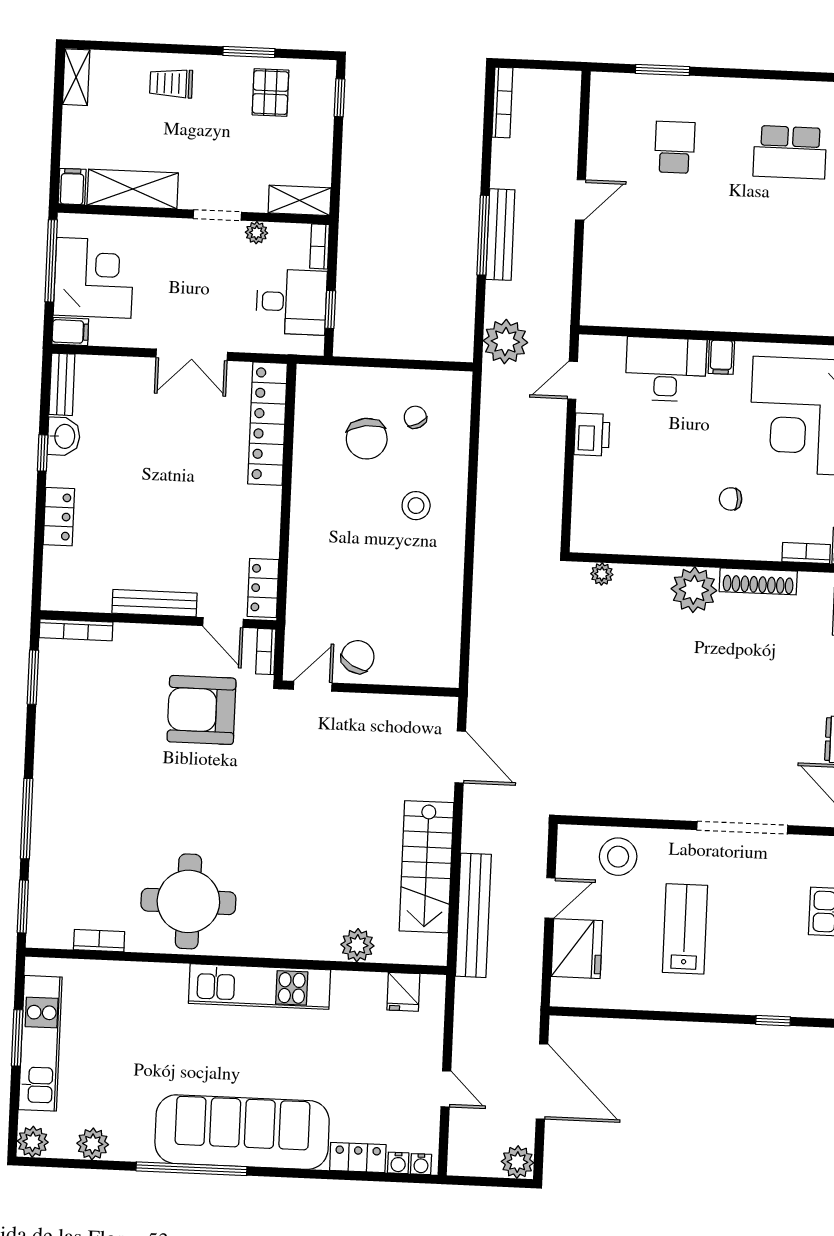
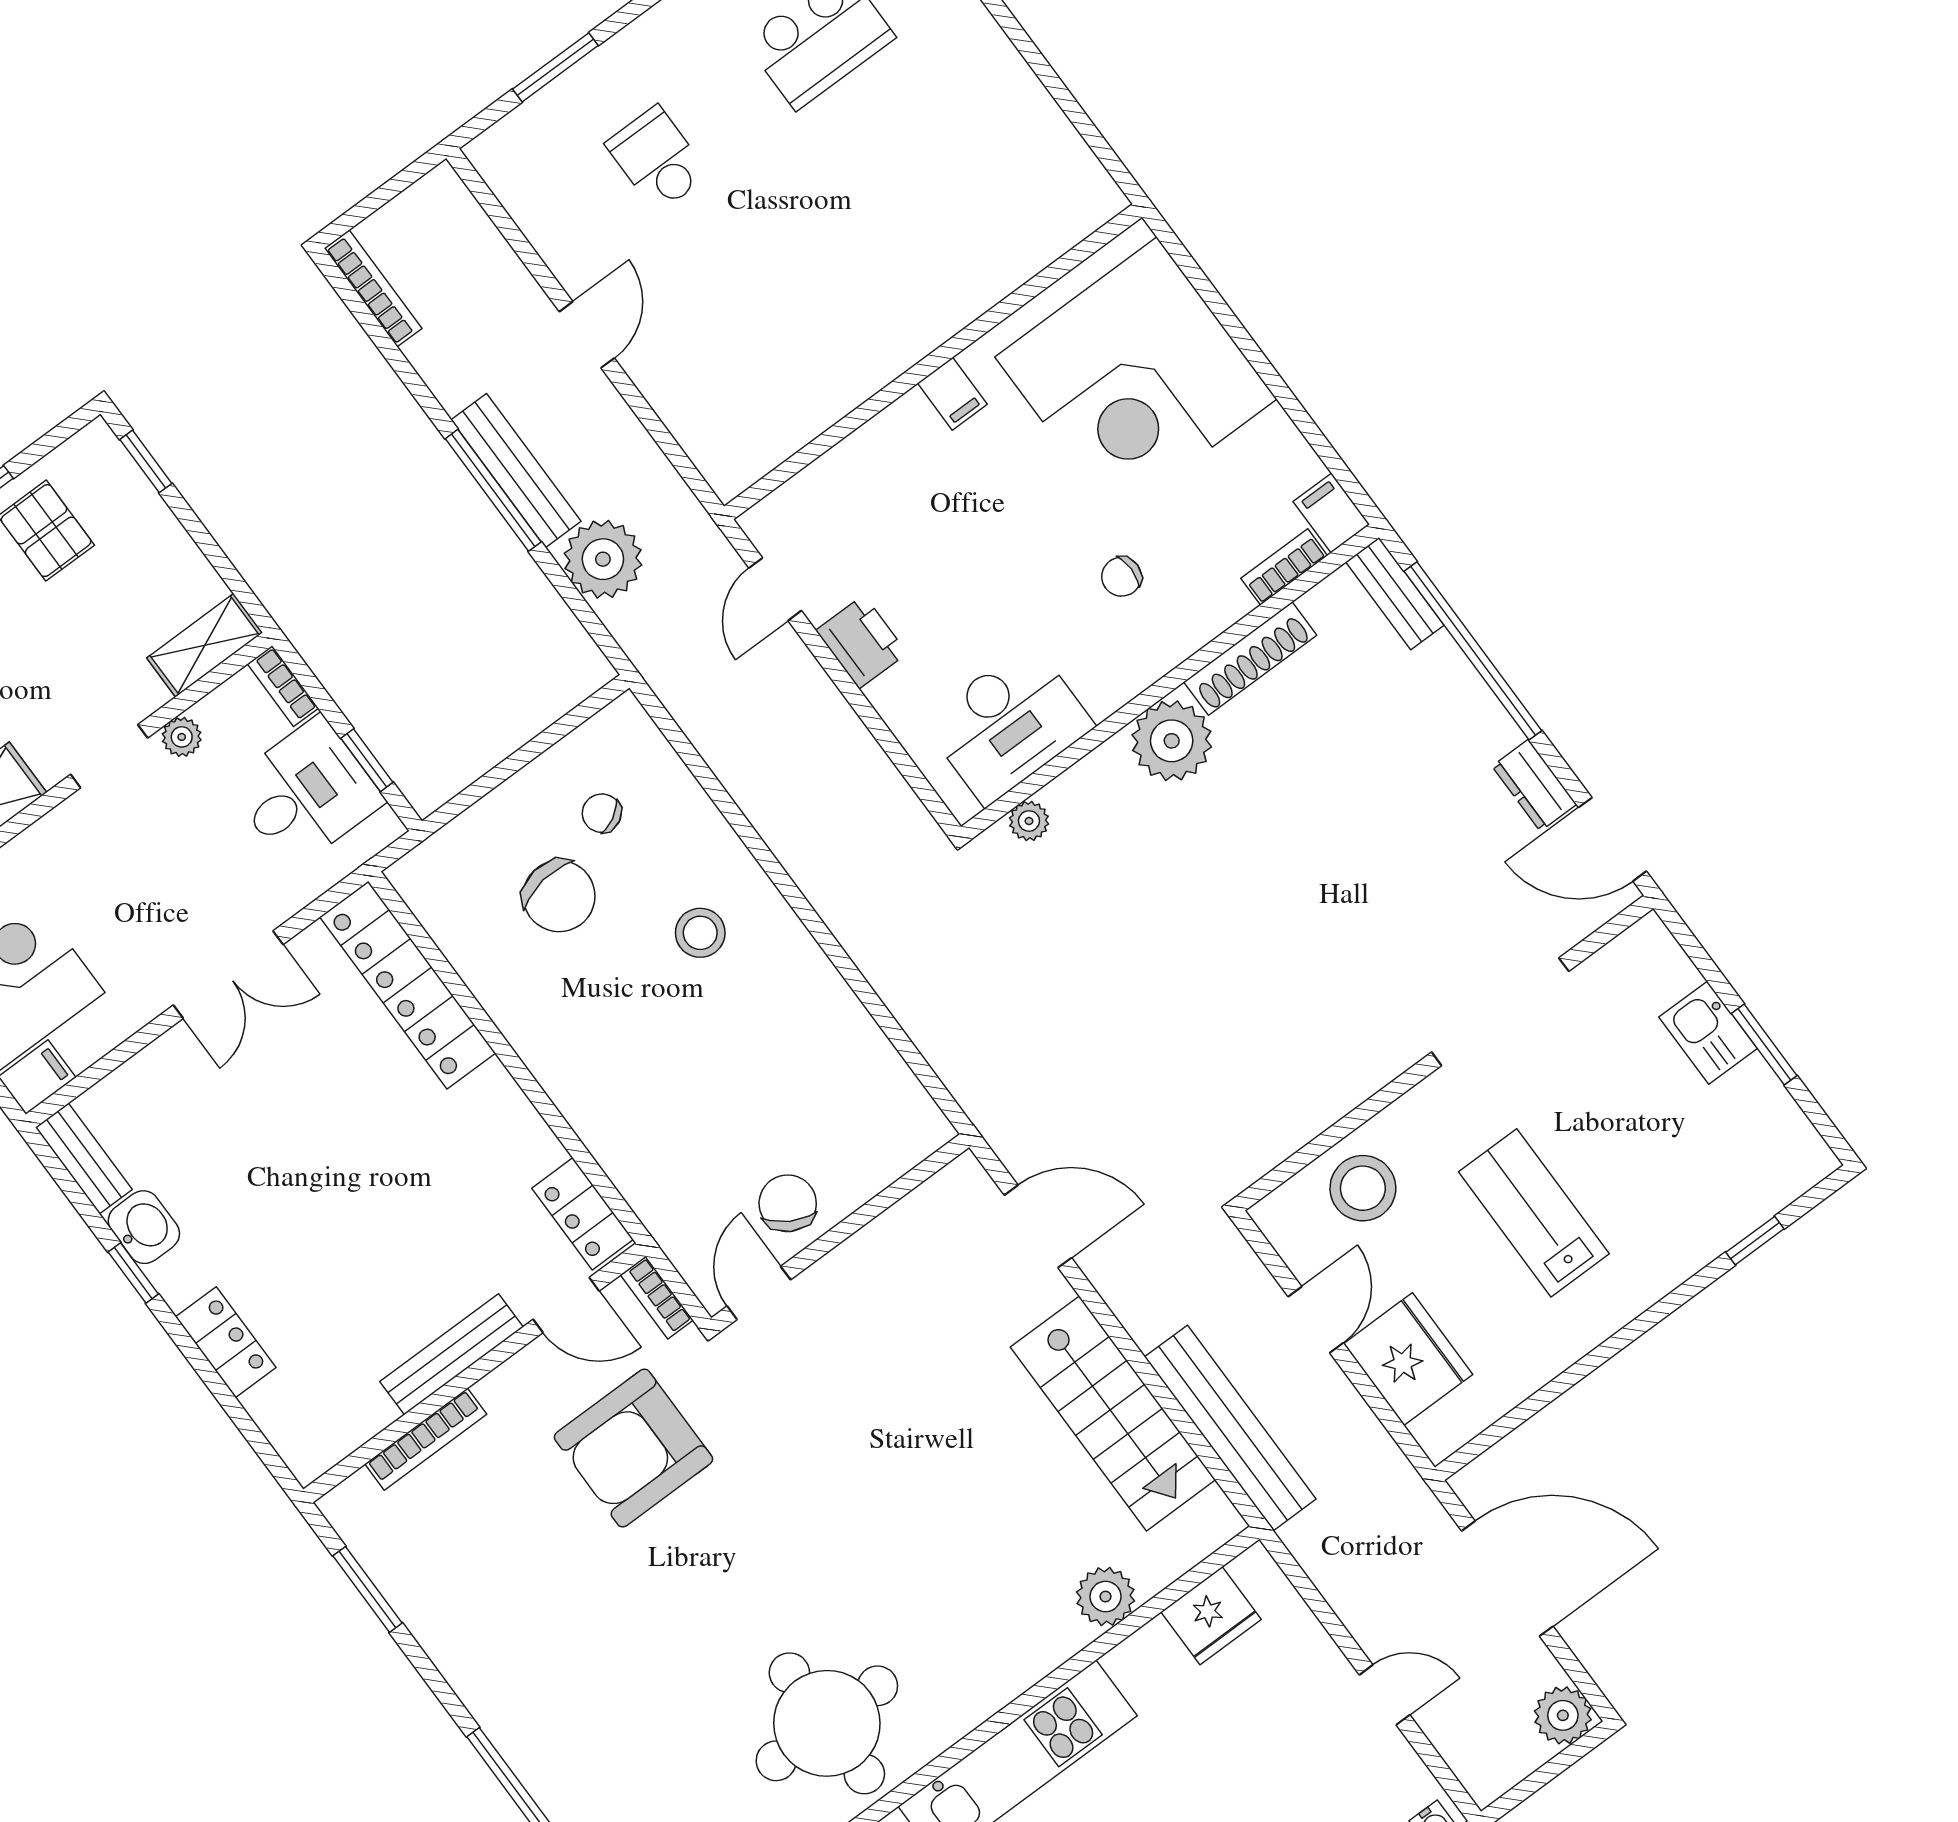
plant: (505, 342) -> (603, 559), moved
desk: (666, 369) -> (1008, 724), moved, turned 180
bookcase: (76, 630) -> (426, 1439), moved
fridge: (403, 992) -> (1211, 1616), width x1.38

